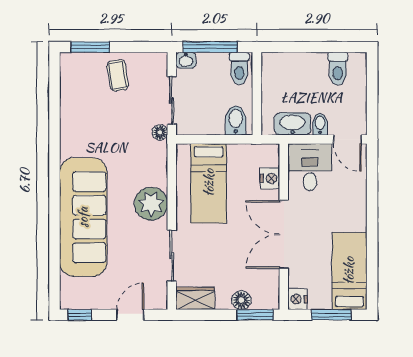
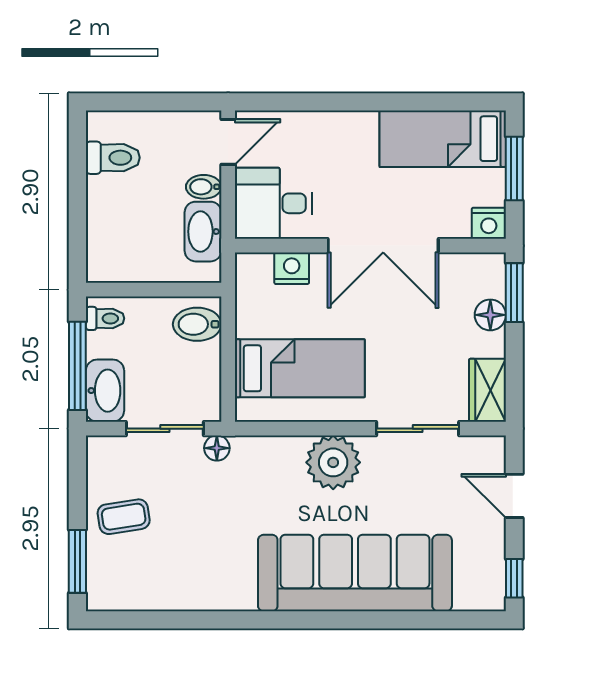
washbasin: (186, 60) -> (105, 391), width x1.91, depth x1.45
toilet: (239, 68) -> (105, 318), width x0.73, depth x0.72

